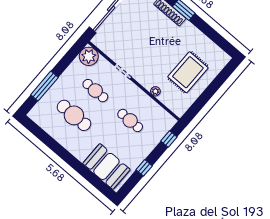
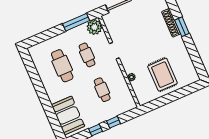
rug: (188, 72) -> (163, 75), turned 90
window: (44, 86) -> (76, 22), moved
window: (169, 139) -> (114, 122), moved

